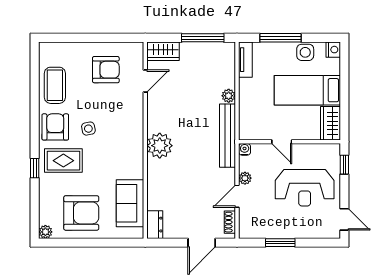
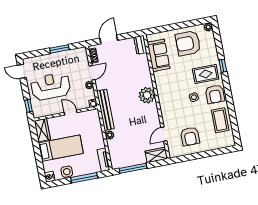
armchair: (106, 70) -> (190, 136), turned -90

